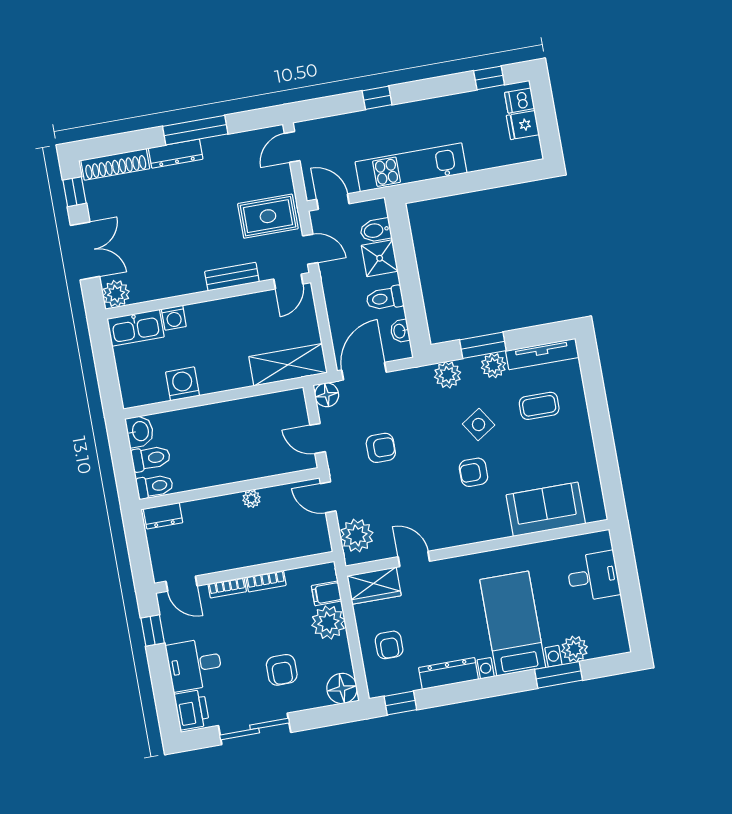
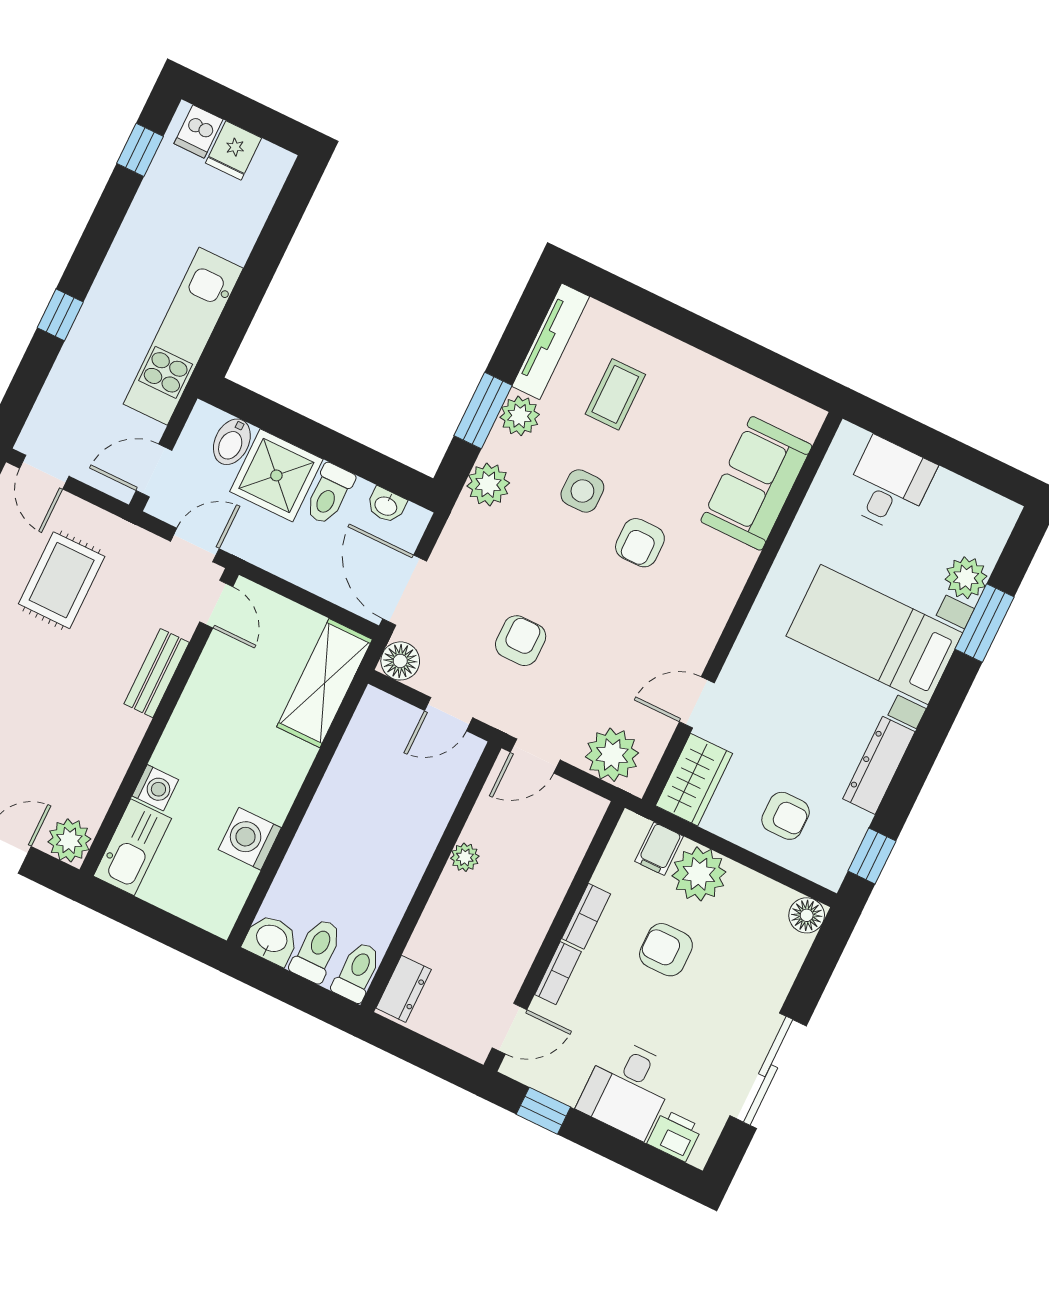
rug: (268, 216) -> (62, 580), moved
shower: (380, 258) -> (276, 475), width x1.36, depth x1.36
side table: (479, 425) -> (582, 491), turned 33
armchair: (282, 670) -> (666, 950), moved, turned 180
floor lamp: (342, 688) -> (807, 915), width x0.73, depth x0.73
printer: (192, 710) -> (675, 1135), width x0.73, depth x0.81

